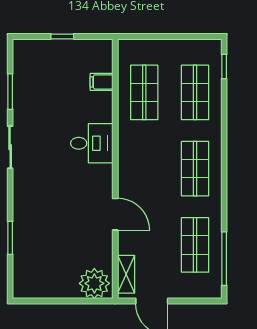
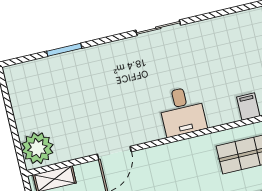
window: (10, 92) -> (216, 14), removed

